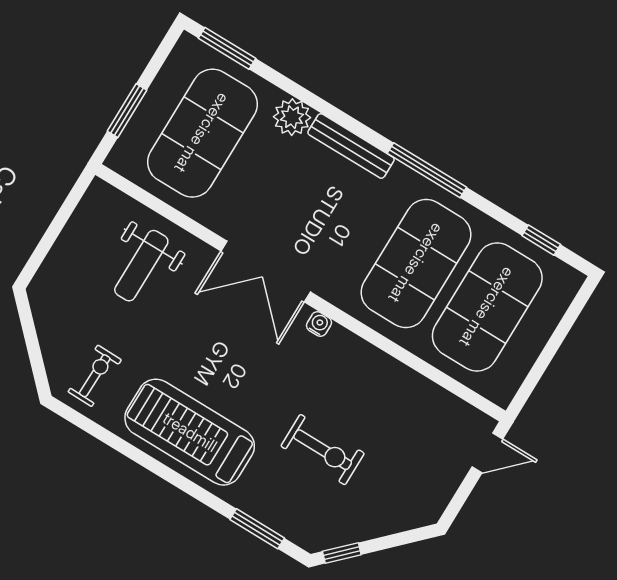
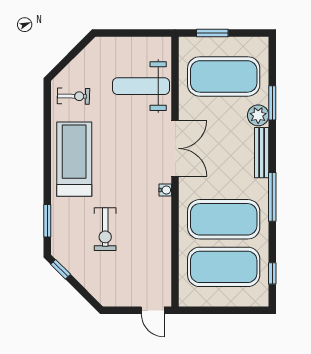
window: (227, 48) -> (272, 103), moved
weight bench: (141, 266) -> (141, 86), width x1.36, depth x1.33
double door: (266, 272) -> (175, 148), swing flipped

